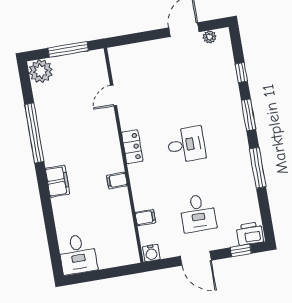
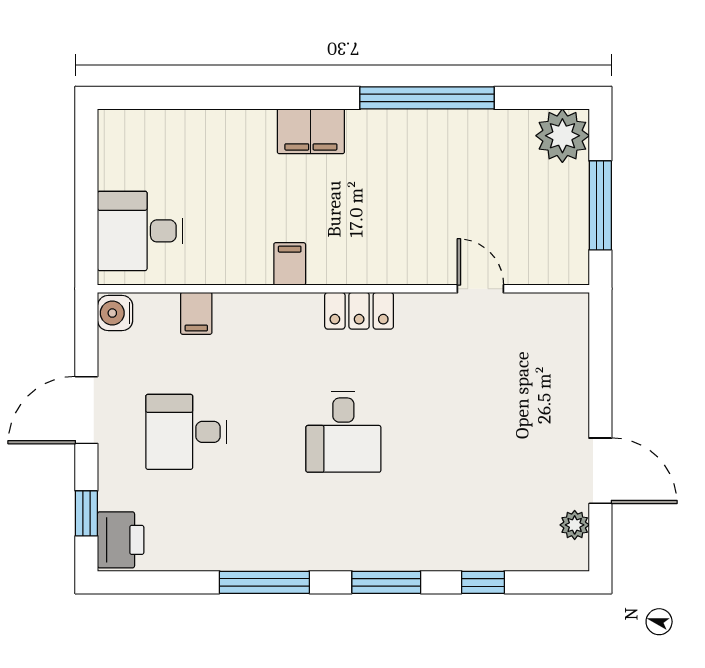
desk: (78, 254) -> (140, 231), moved

